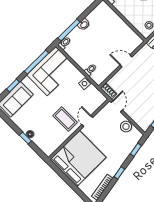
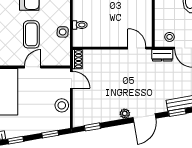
door: (126, 61) -> (137, 48), moved
door: (117, 106) -> (71, 80), hinge flipped
coffee table: (65, 119) -> (31, 34), moved

